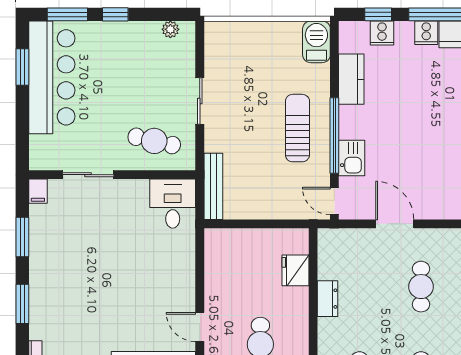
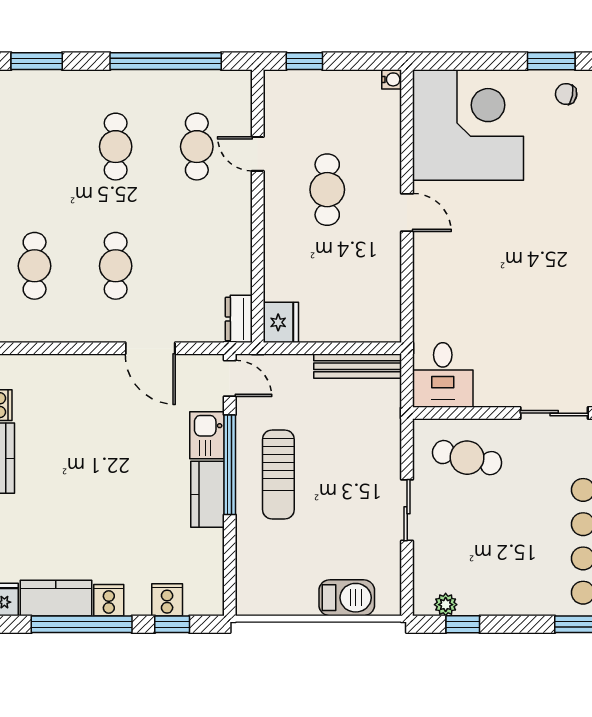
window: (115, 14) -> (463, 624), moved
barbecue: (316, 42) -> (347, 598), moved, turned -90
kitchen counter: (351, 79) -> (207, 494), moved
bench: (213, 186) -> (358, 366), moved, turned 90
fridge: (295, 270) -> (281, 322), moved
dresser: (327, 299) -> (239, 319), moved

